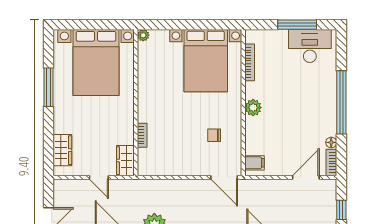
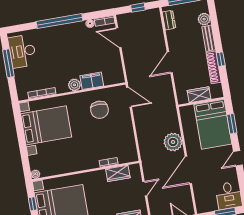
window: (104, 25) -> (33, 204), added
chair: (214, 135) -> (99, 110), width x1.87, depth x1.87
wardrobe: (125, 161) -> (118, 173), moved
filing cabinet: (254, 163) -> (92, 81), moved, width x2.00
door: (224, 177) -> (129, 97), hinge flipped

